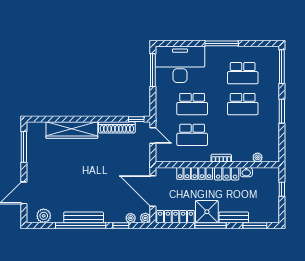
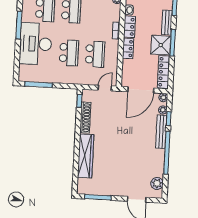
desk: (180, 64) -> (36, 44), moved
door: (153, 136) -> (105, 88), moved
locker: (195, 173) -> (128, 48), width x0.66
bench: (84, 217) -> (161, 132), moved

